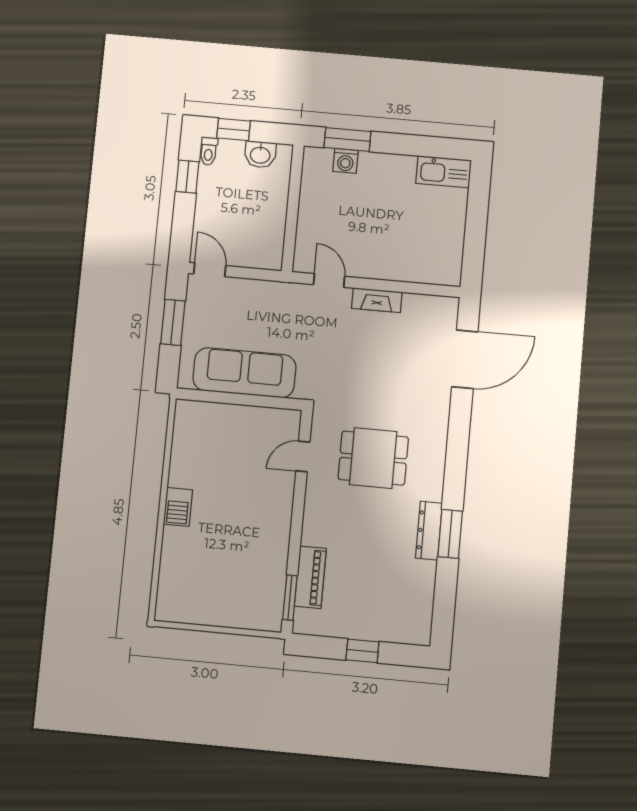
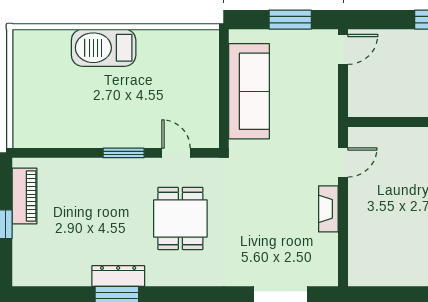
barbecue: (178, 507) -> (104, 48), width x1.88, depth x1.53
piano: (310, 577) -> (25, 196), moved, turned -90
window: (290, 598) -> (124, 153), moved

